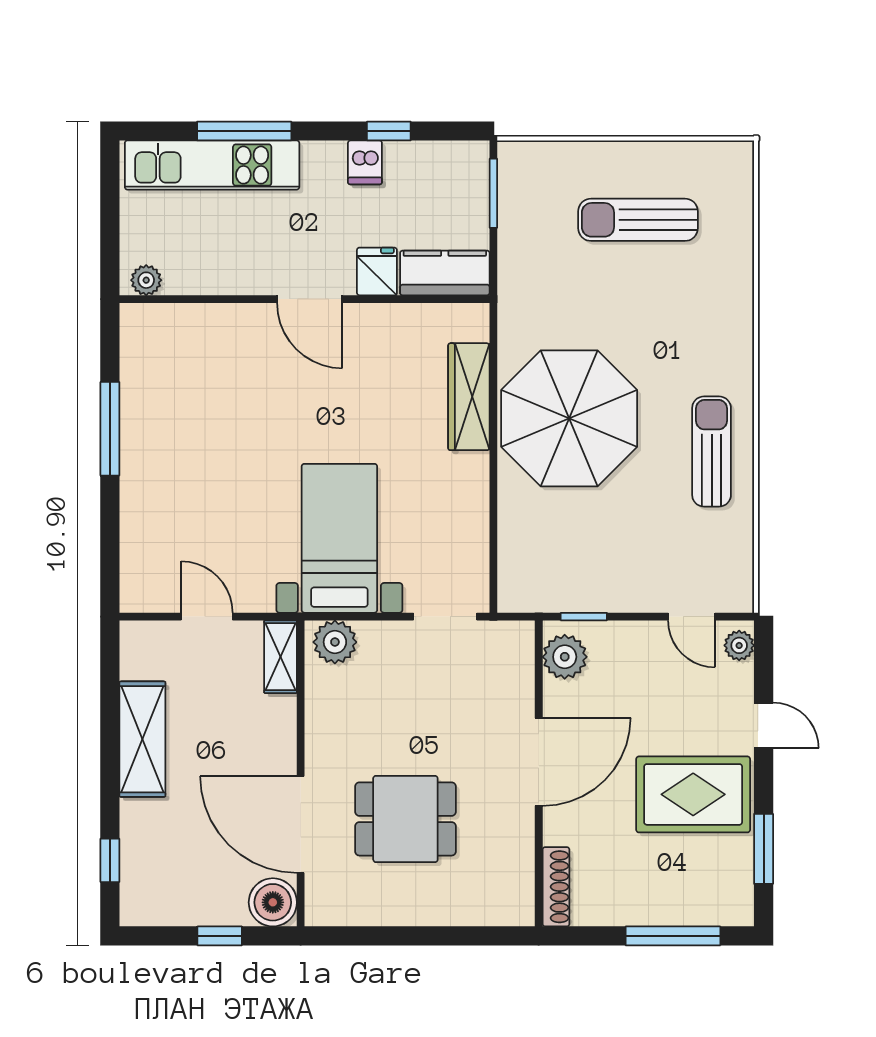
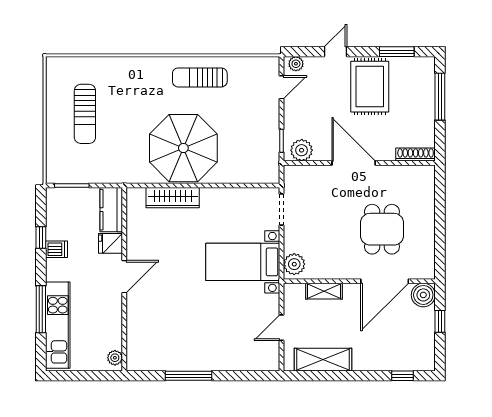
shelving: (281, 657) -> (324, 291), moved
shelving: (142, 739) -> (323, 360), moved

